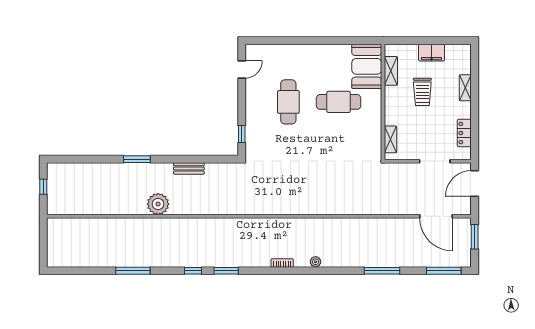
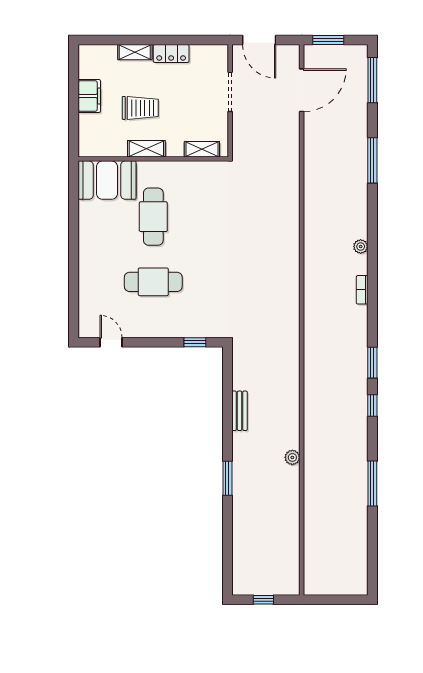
shelving: (391, 71) -> (146, 149), moved
locker: (464, 133) -> (171, 53), moved
plant: (158, 204) -> (292, 457), width x0.53, depth x0.53

